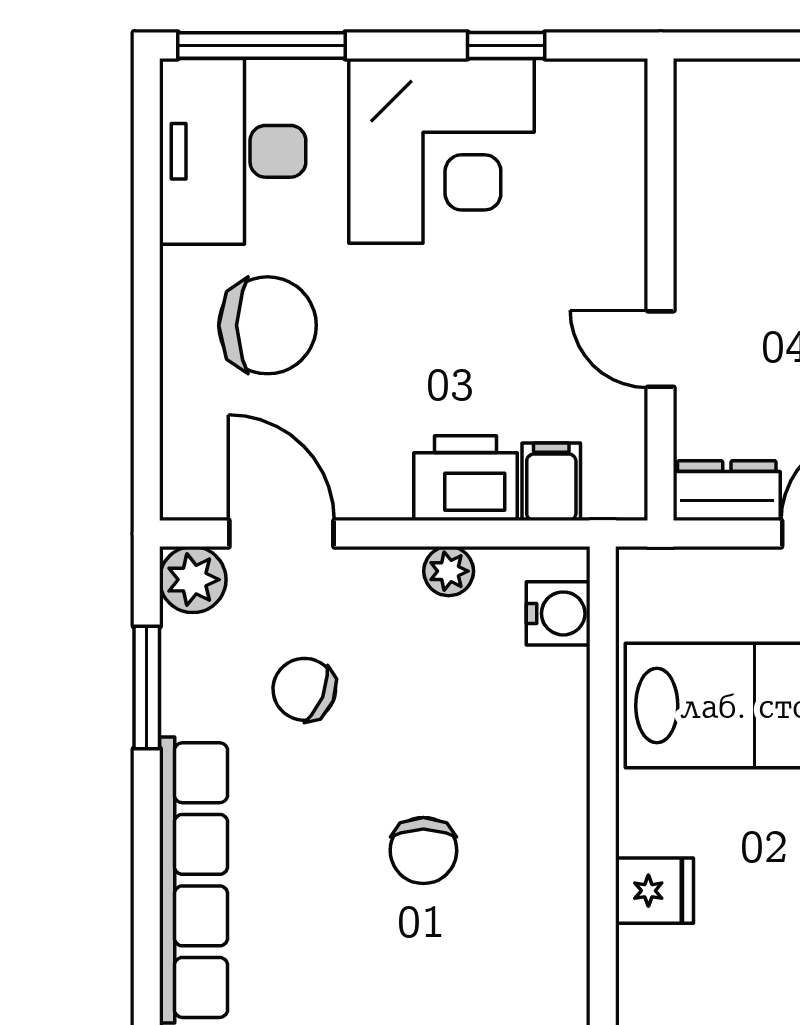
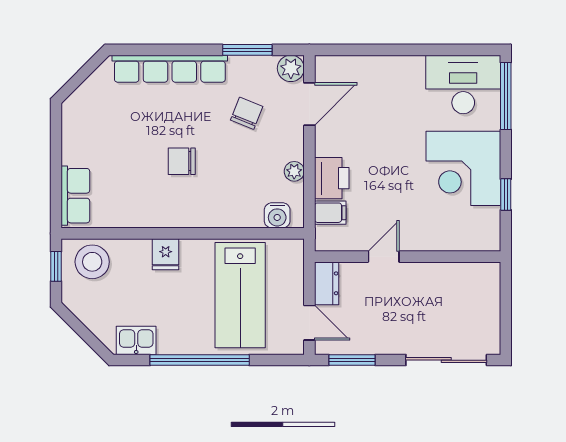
chair: (268, 325) -> (393, 98), removed

